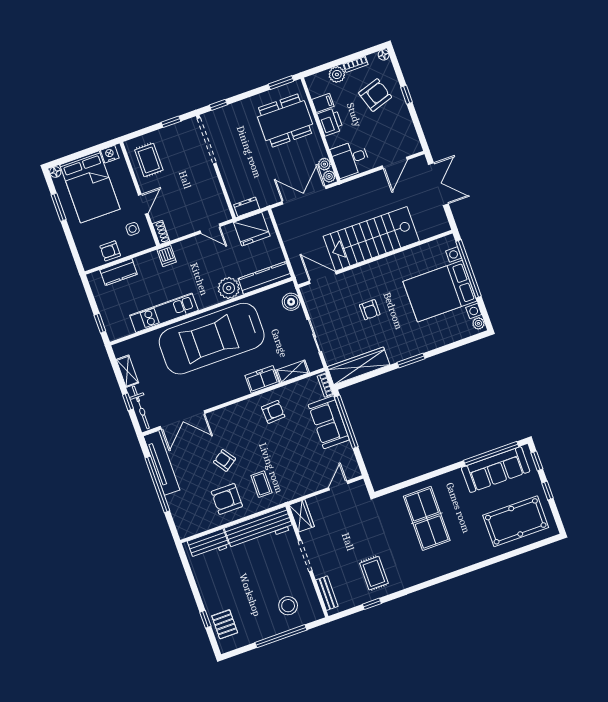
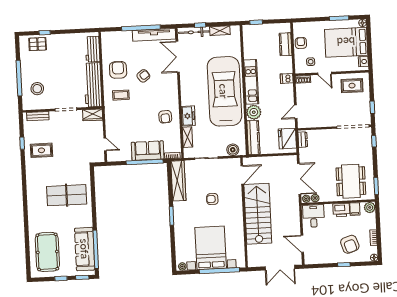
plant: (337, 75) -> (370, 207), moved
kitchen unit: (164, 313) -> (251, 82), moved

